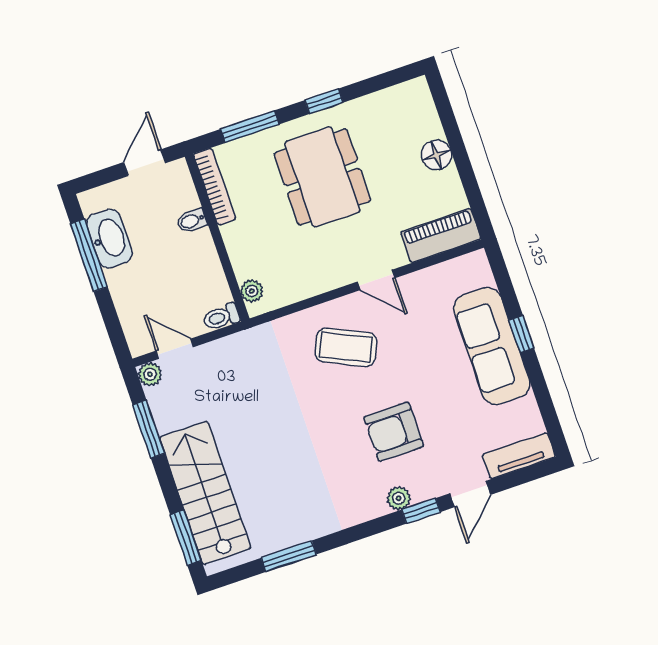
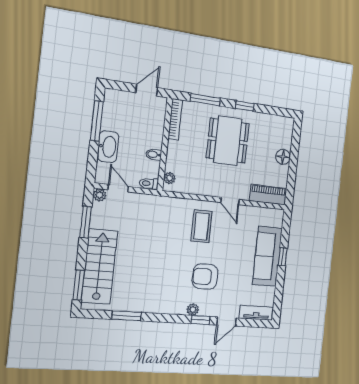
bidet: (192, 221) -> (154, 154), moved
washbasin: (109, 239) -> (108, 147), moved
coffee table: (346, 347) -> (201, 226), turned 65

